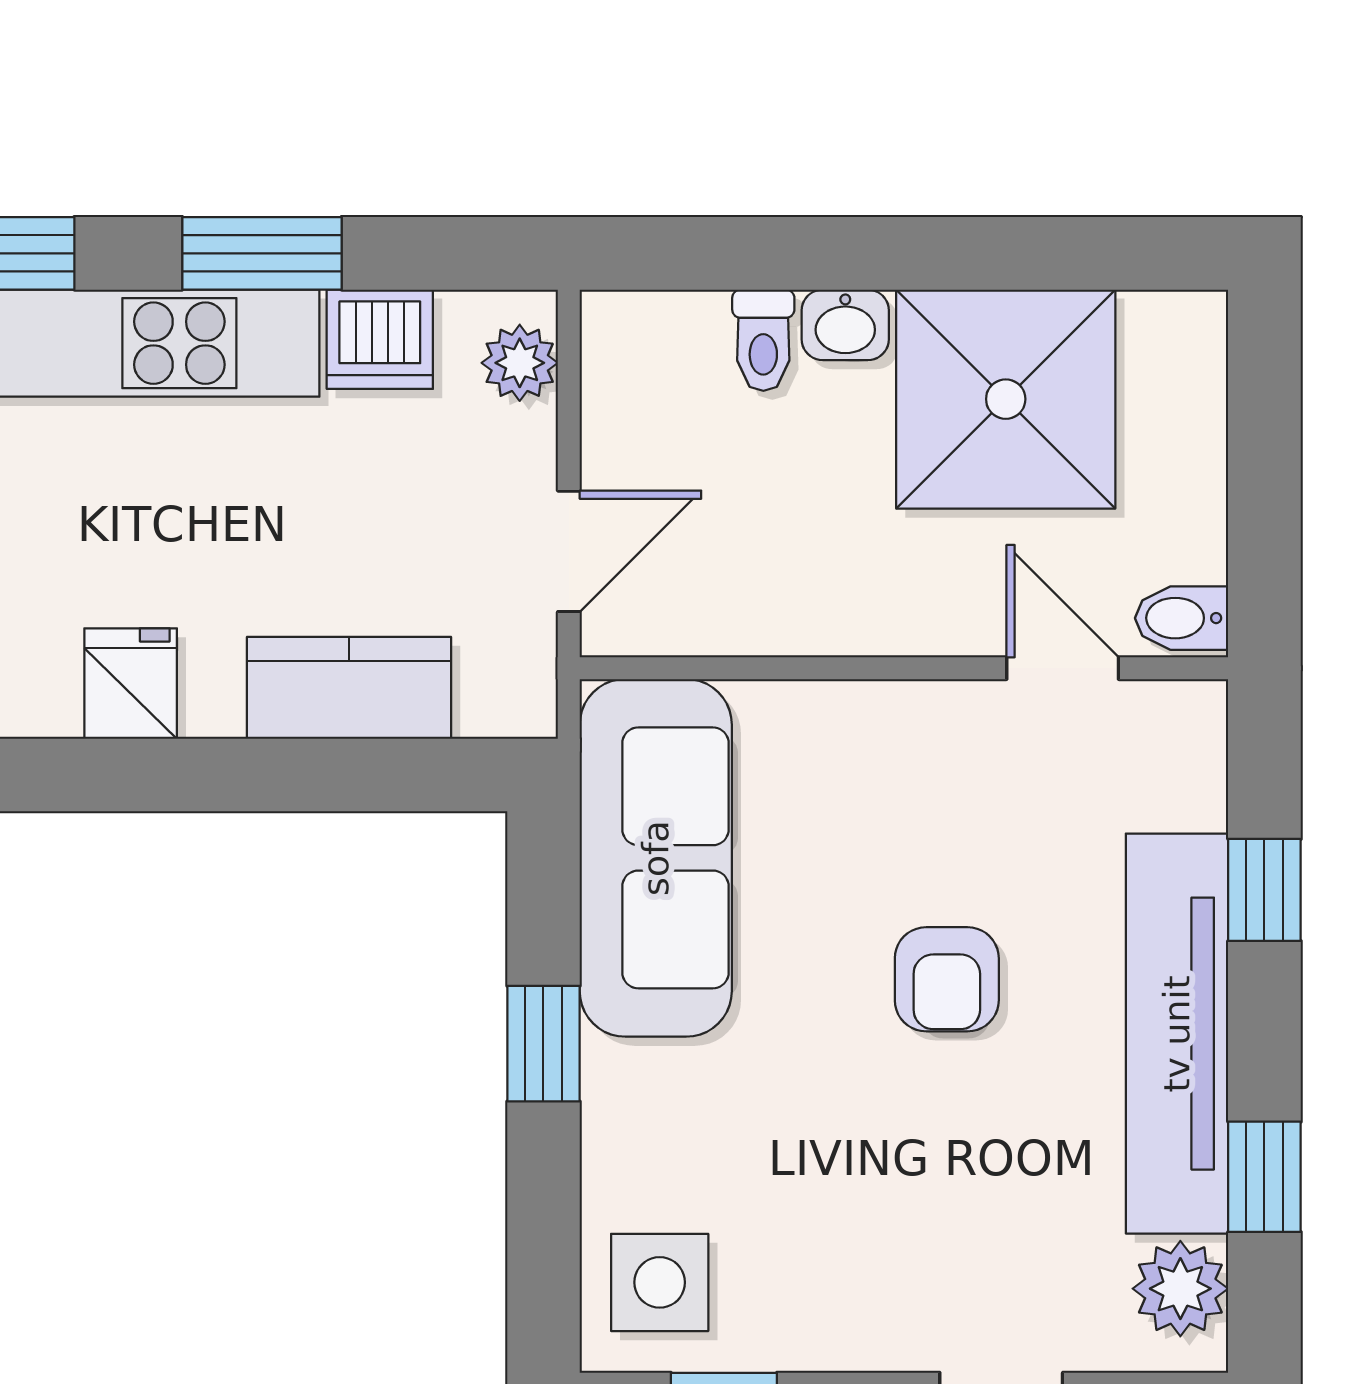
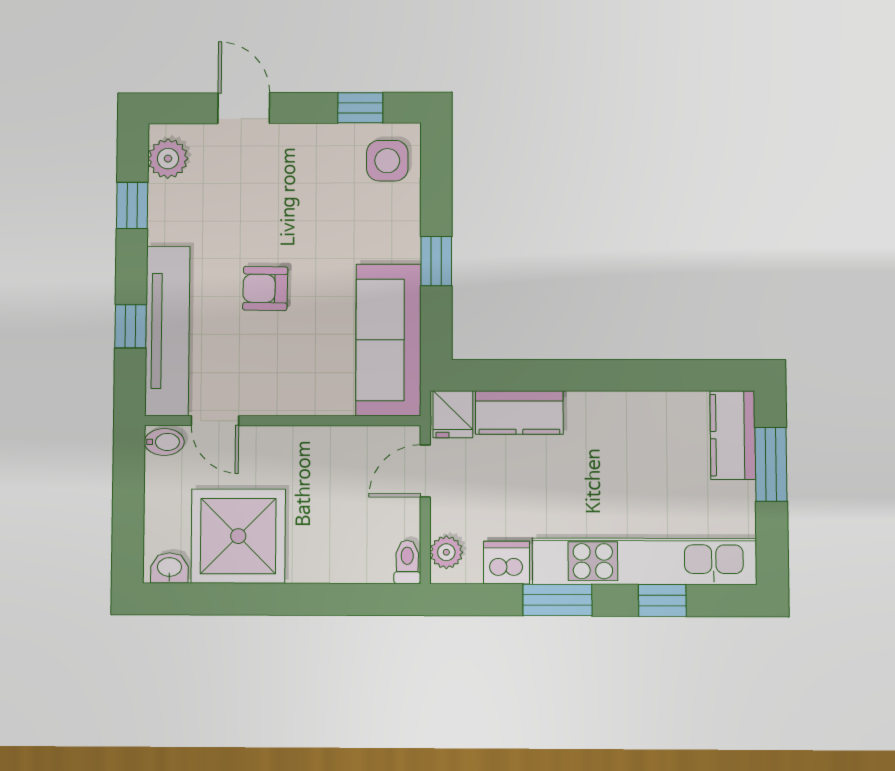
washbasin: (845, 325) -> (169, 568), moved
toilet: (763, 340) -> (407, 562), moved
fridge: (131, 684) -> (453, 414), moved
armchair: (947, 979) -> (265, 288), turned -89
tv unit: (1177, 1034) -> (167, 331), moved

